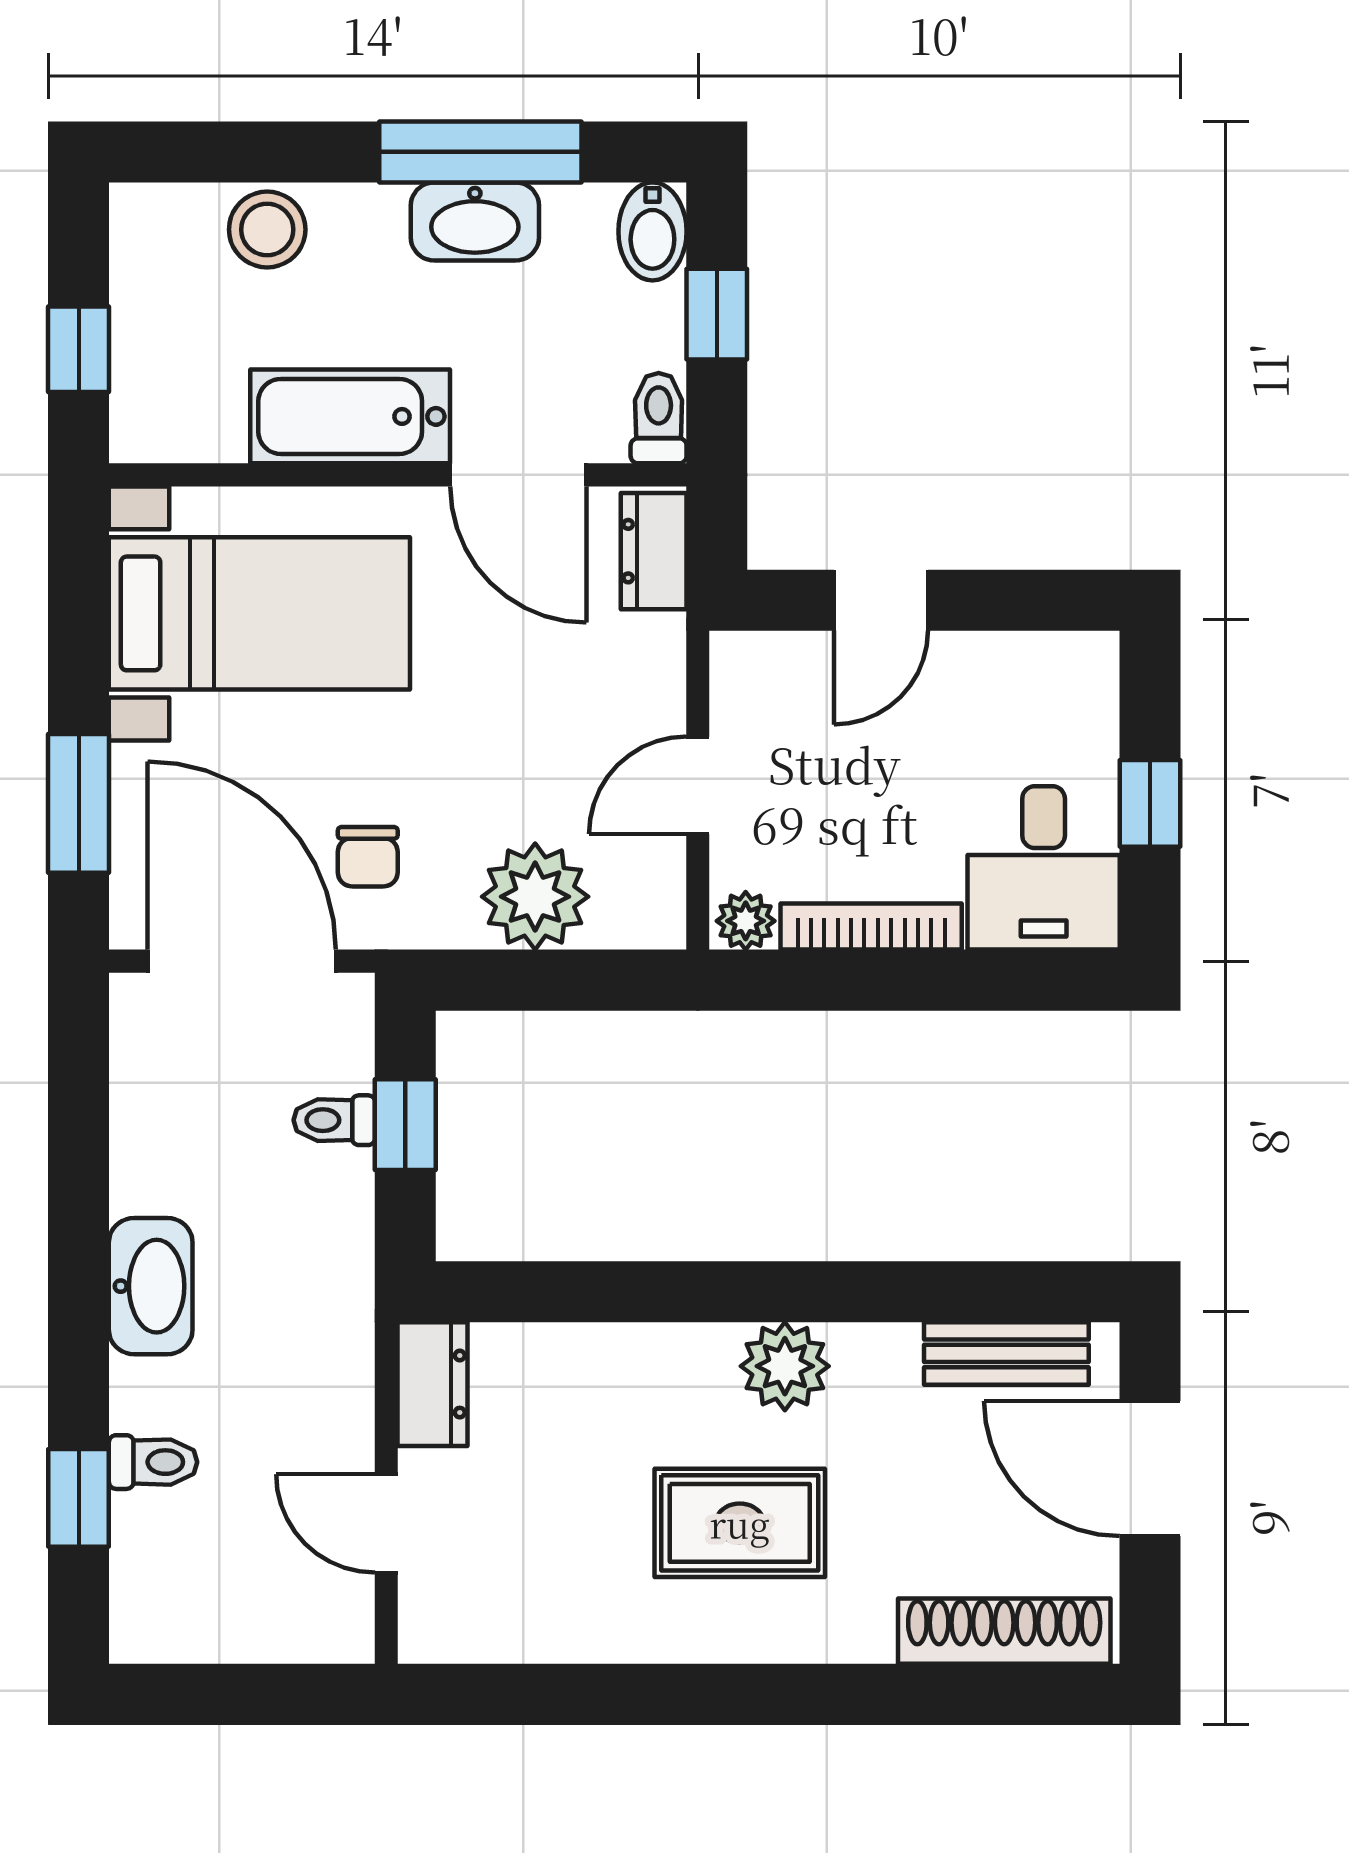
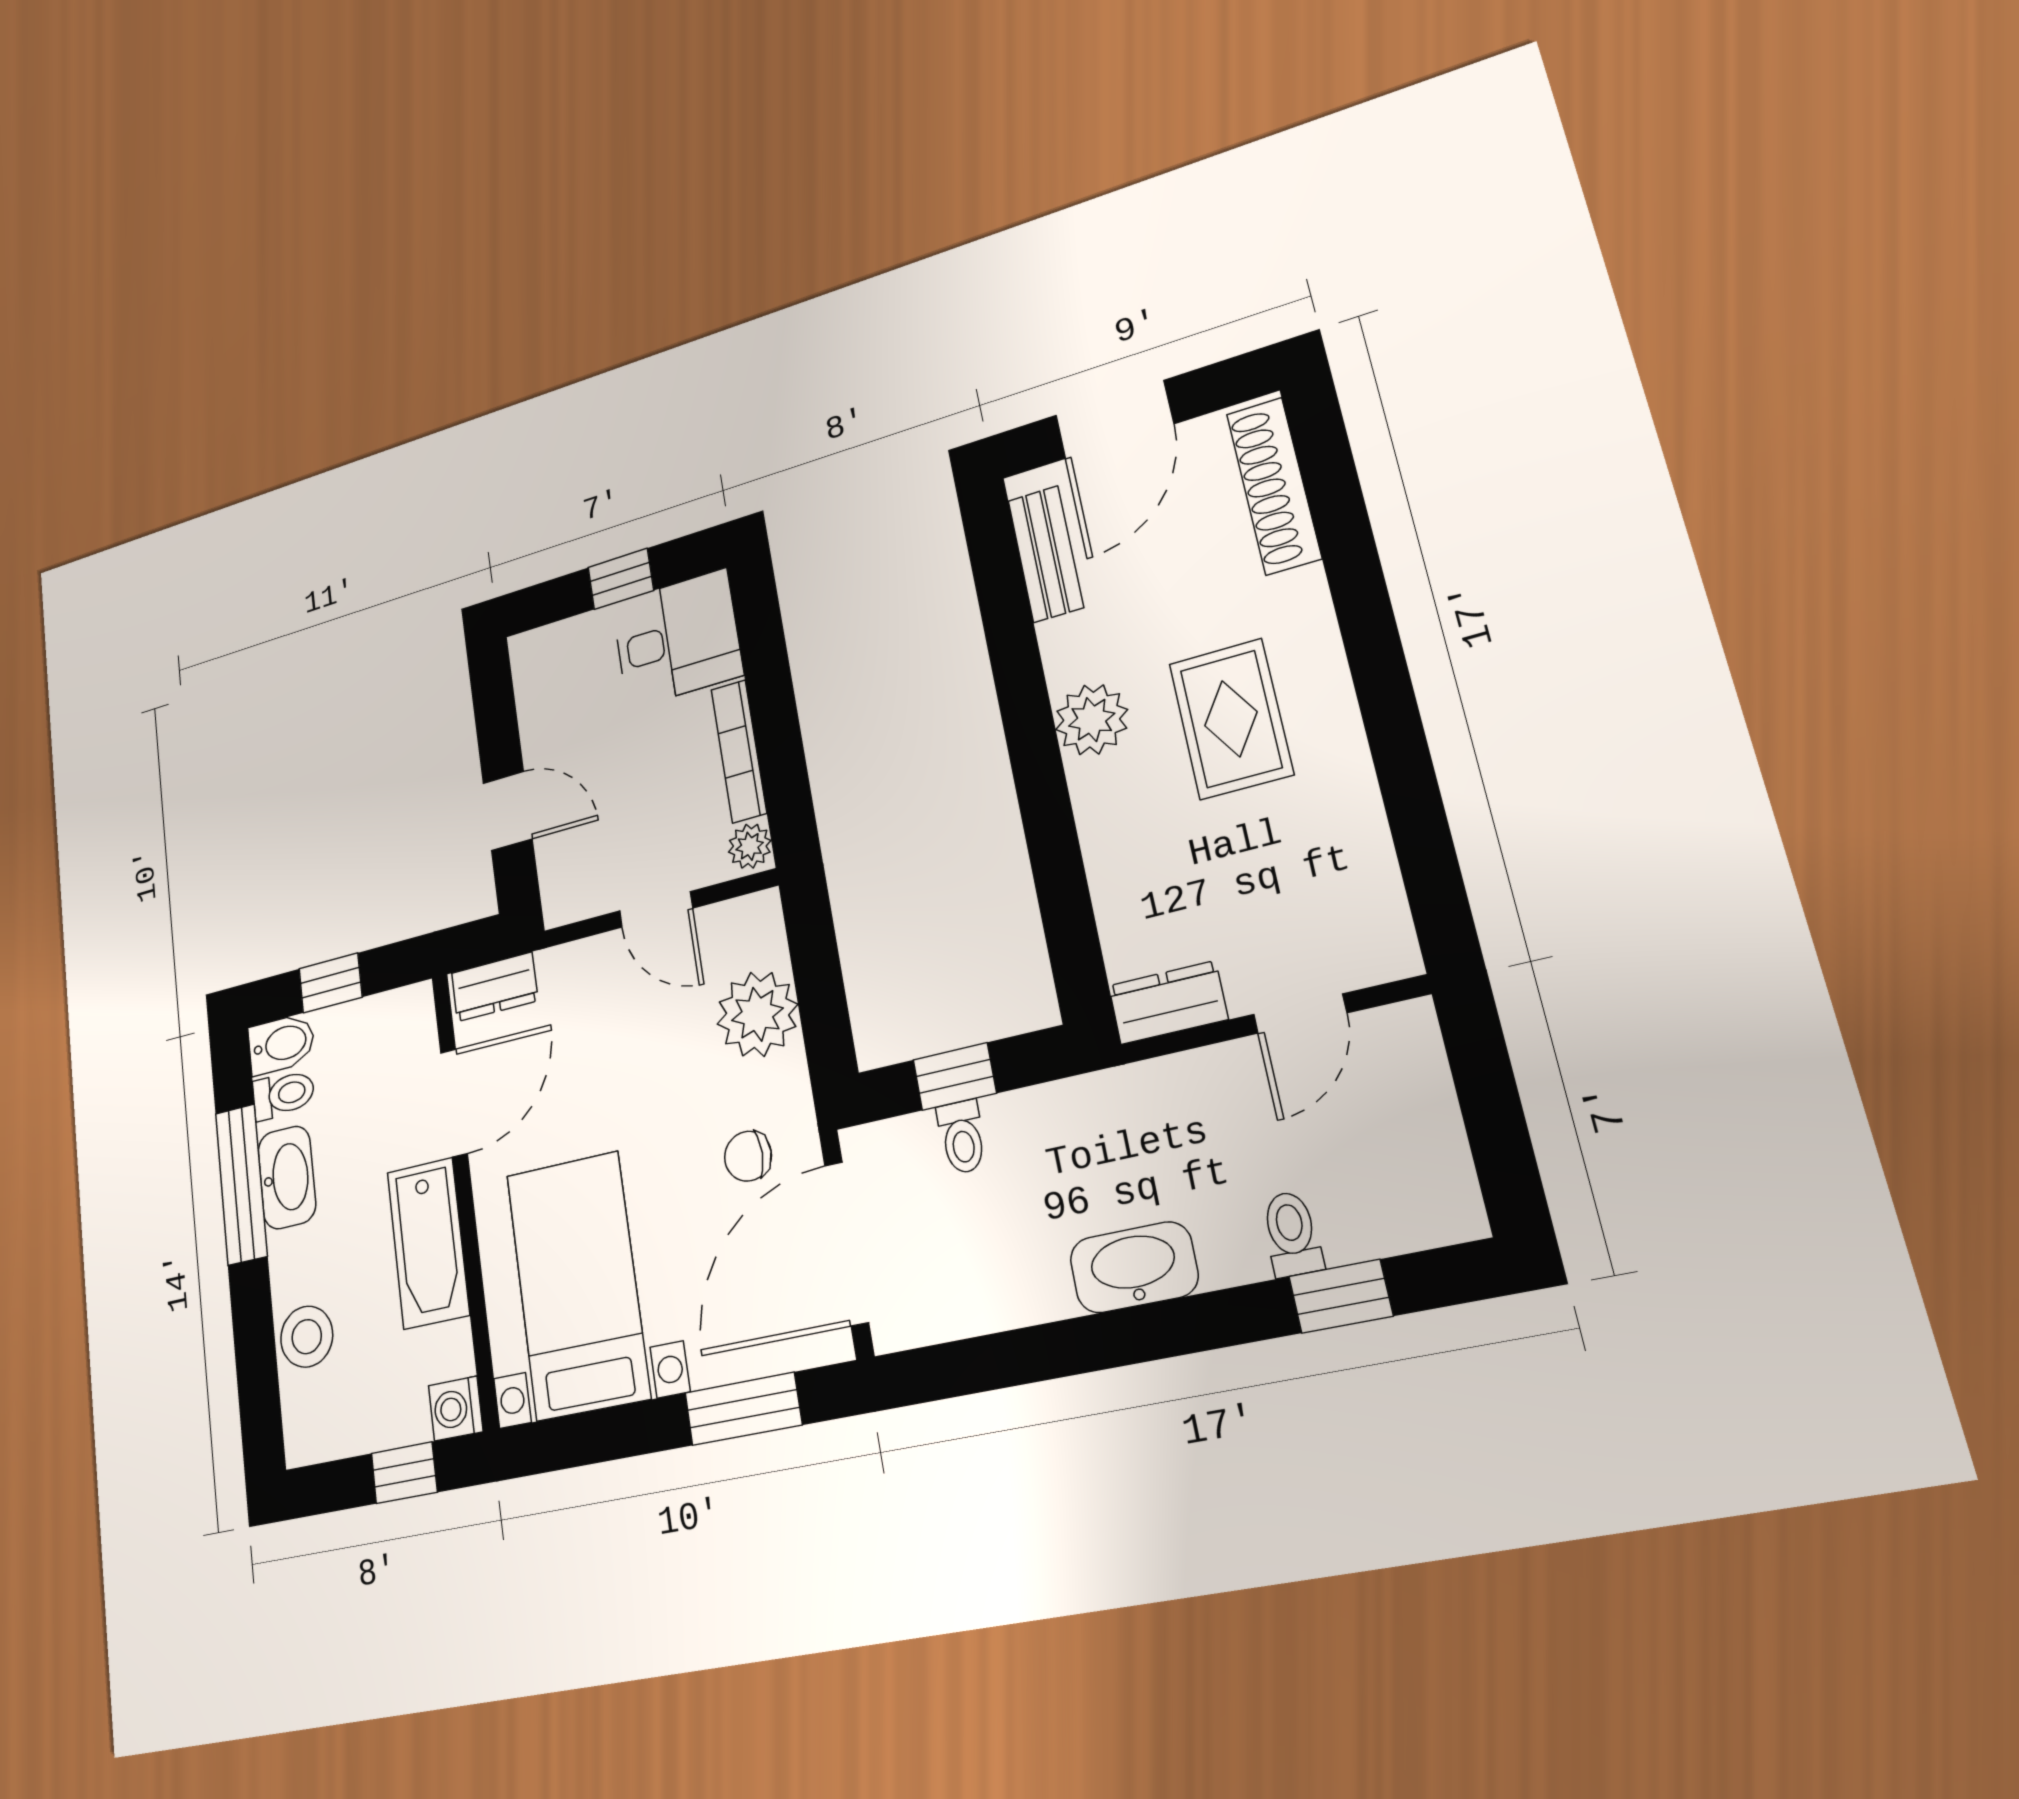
toilet: (659, 418) -> (283, 1094), moved, turned 180
washing machine: (143, 430) -> (456, 1409), added
chair: (368, 857) -> (748, 1156), turned 180

